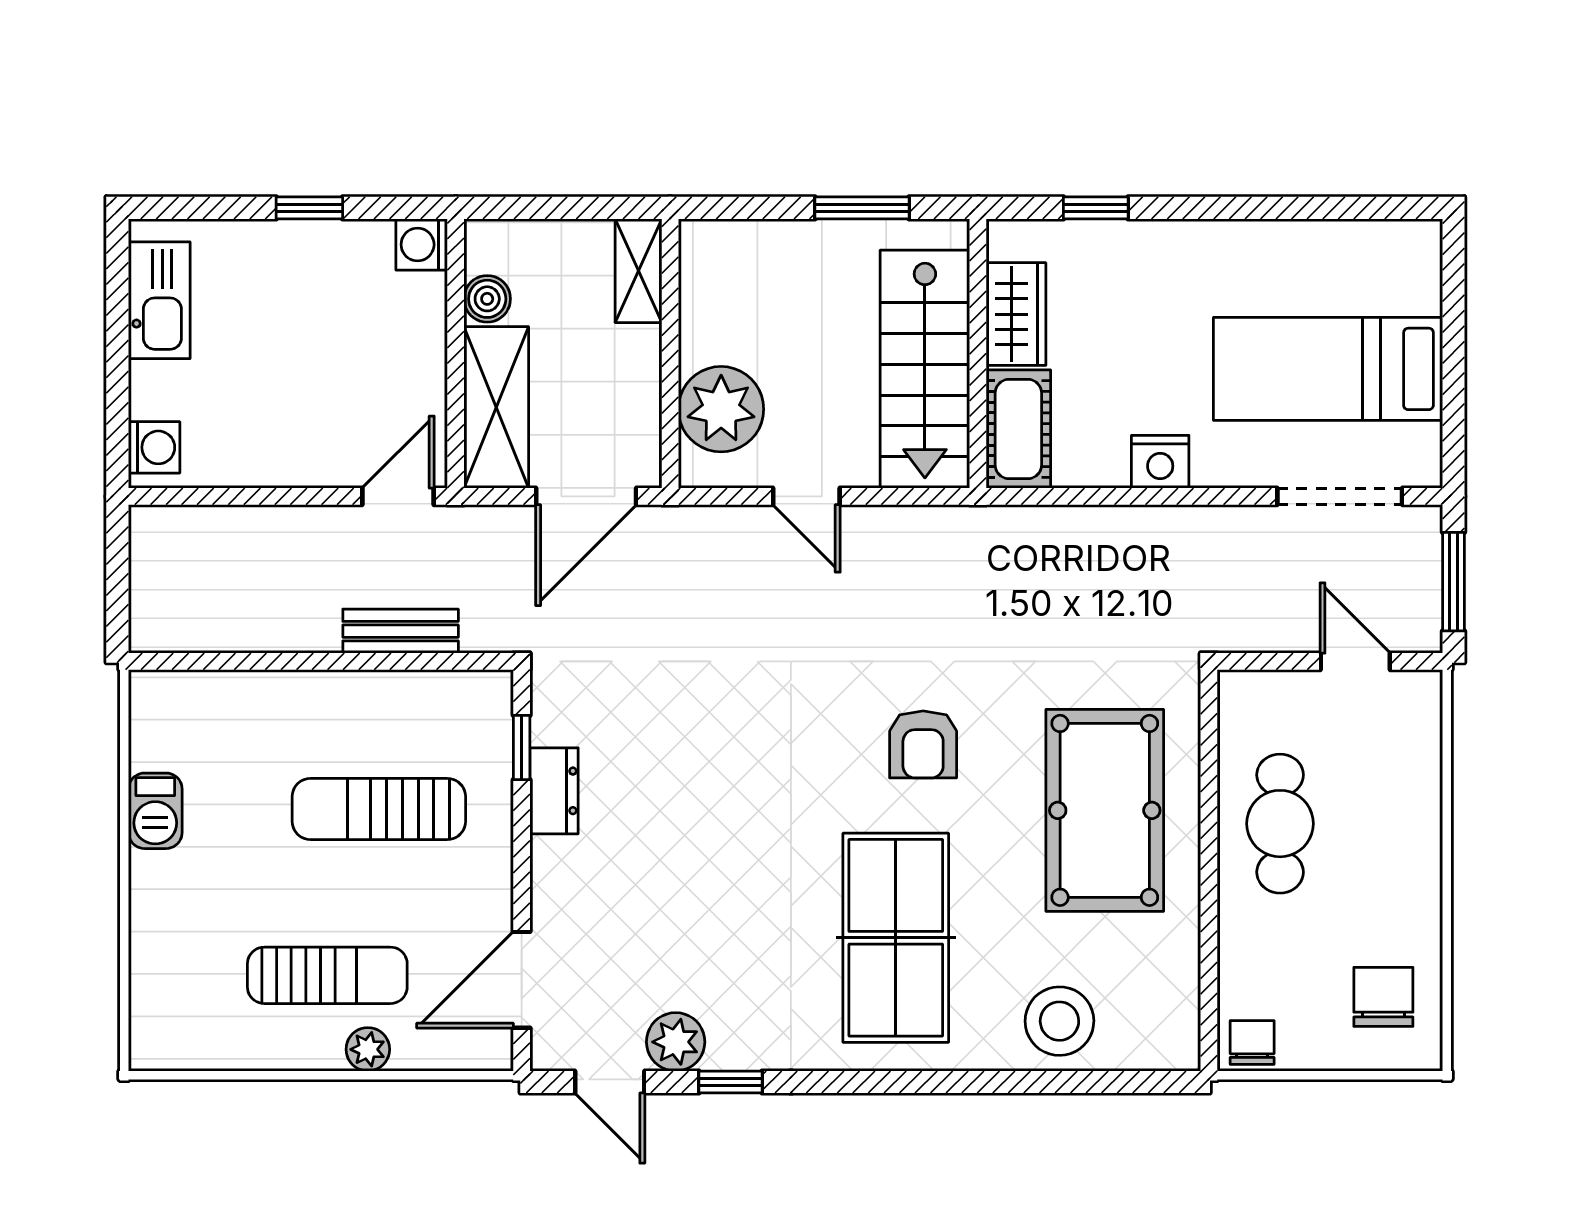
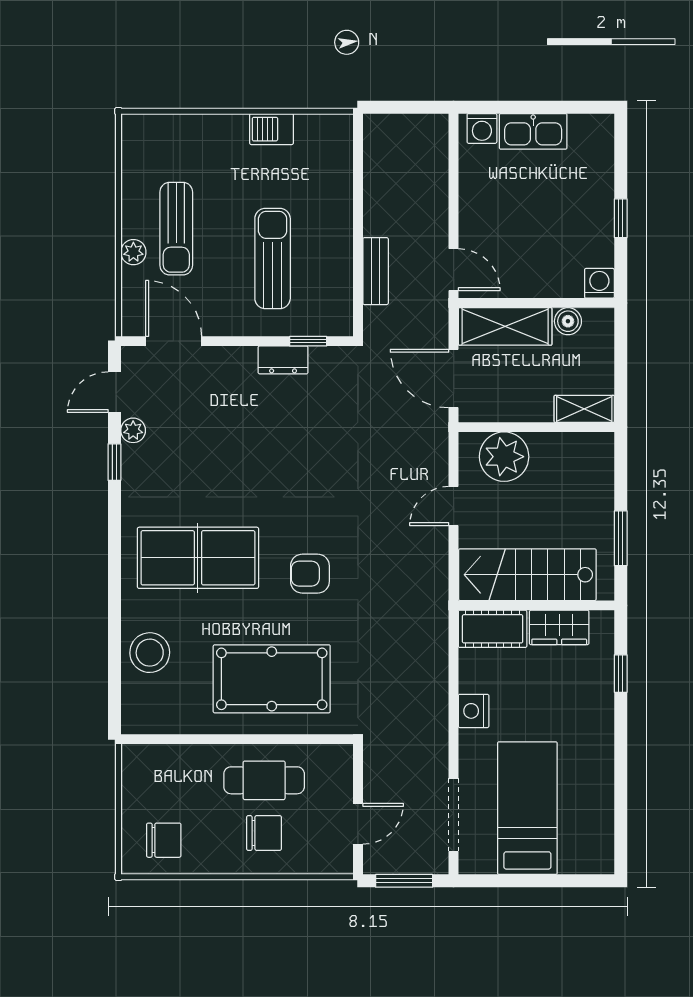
kitchen sink: (159, 300) -> (533, 131), moved
plant: (676, 1042) -> (133, 430), width x0.73, depth x0.73
chair: (1252, 1042) -> (264, 833), moved, width x1.37, depth x1.37

